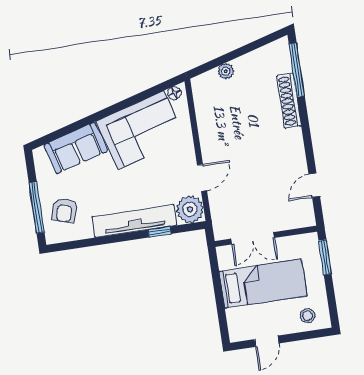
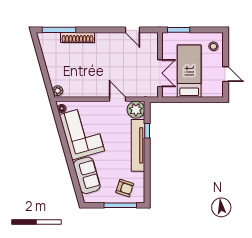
plant: (226, 71) -> (58, 91), moved

